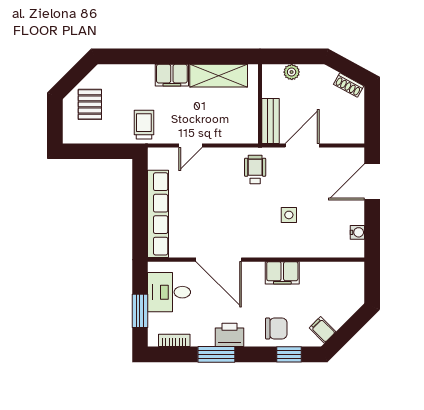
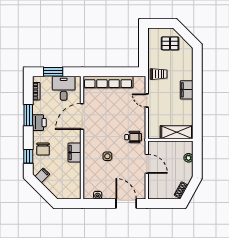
shelving: (219, 76) -> (177, 132), moved, turned 90
bench: (271, 121) -> (161, 146), removed

